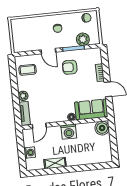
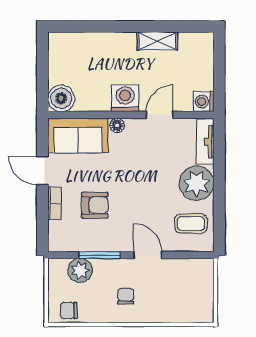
armchair: (70, 67) -> (95, 205), moved
plant: (23, 96) -> (197, 183), width x1.87, depth x1.87
door: (39, 126) -> (160, 115), moved
washing machine: (30, 153) -> (204, 102), moved

